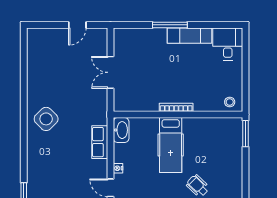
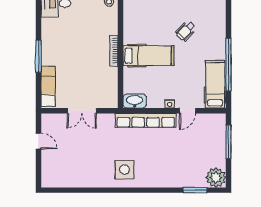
exam couch: (189, 36) -> (48, 86), moved
side table: (46, 119) -> (124, 170), turned 45
row of seats: (100, 142) -> (146, 120), width x2.02

